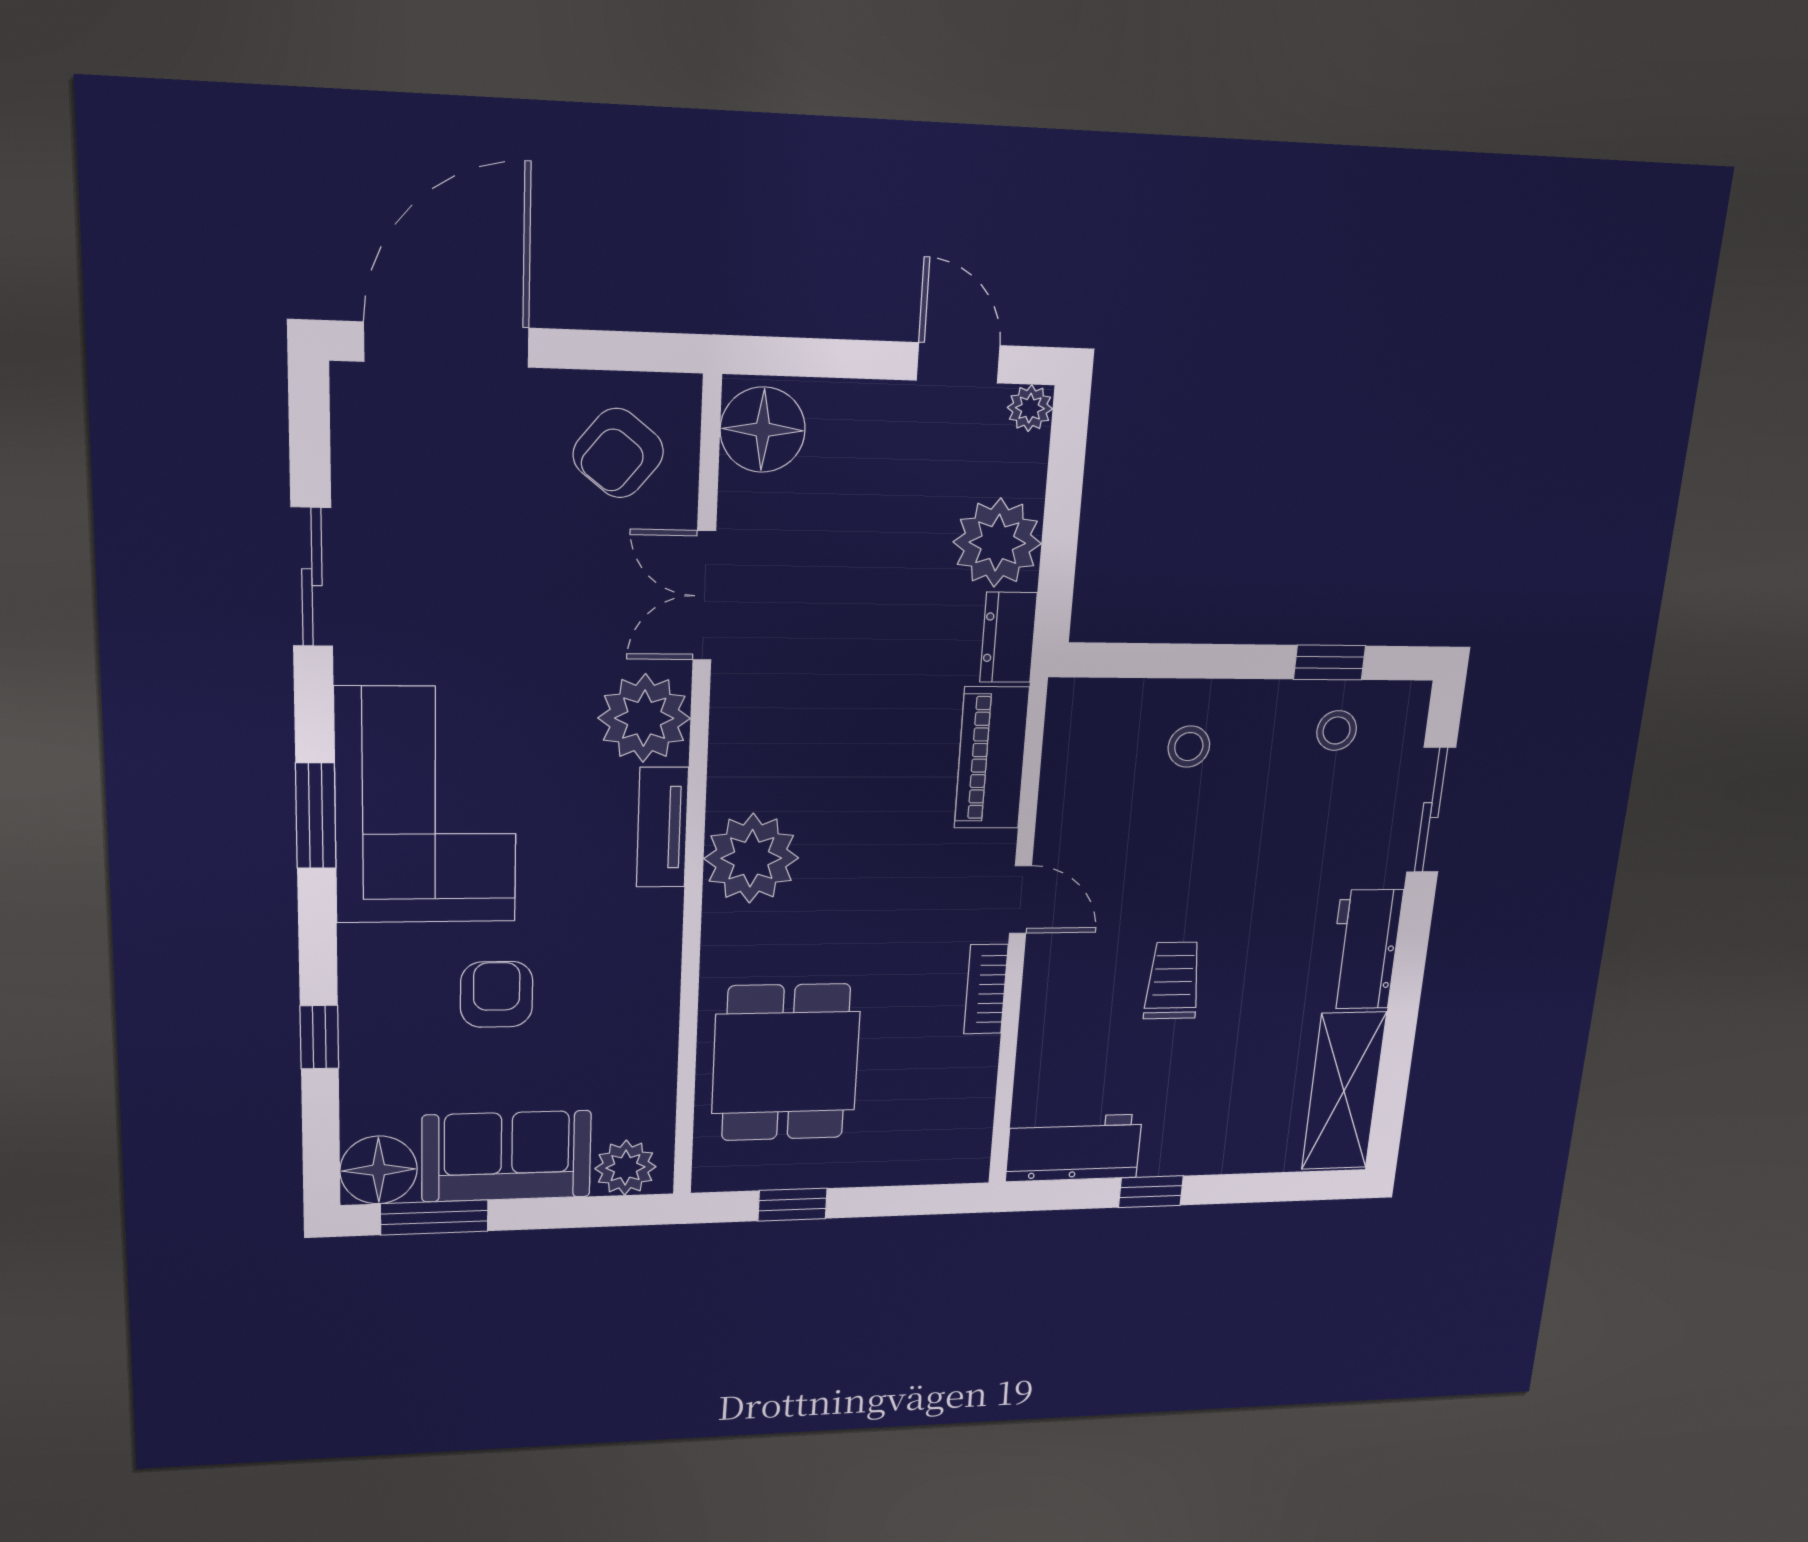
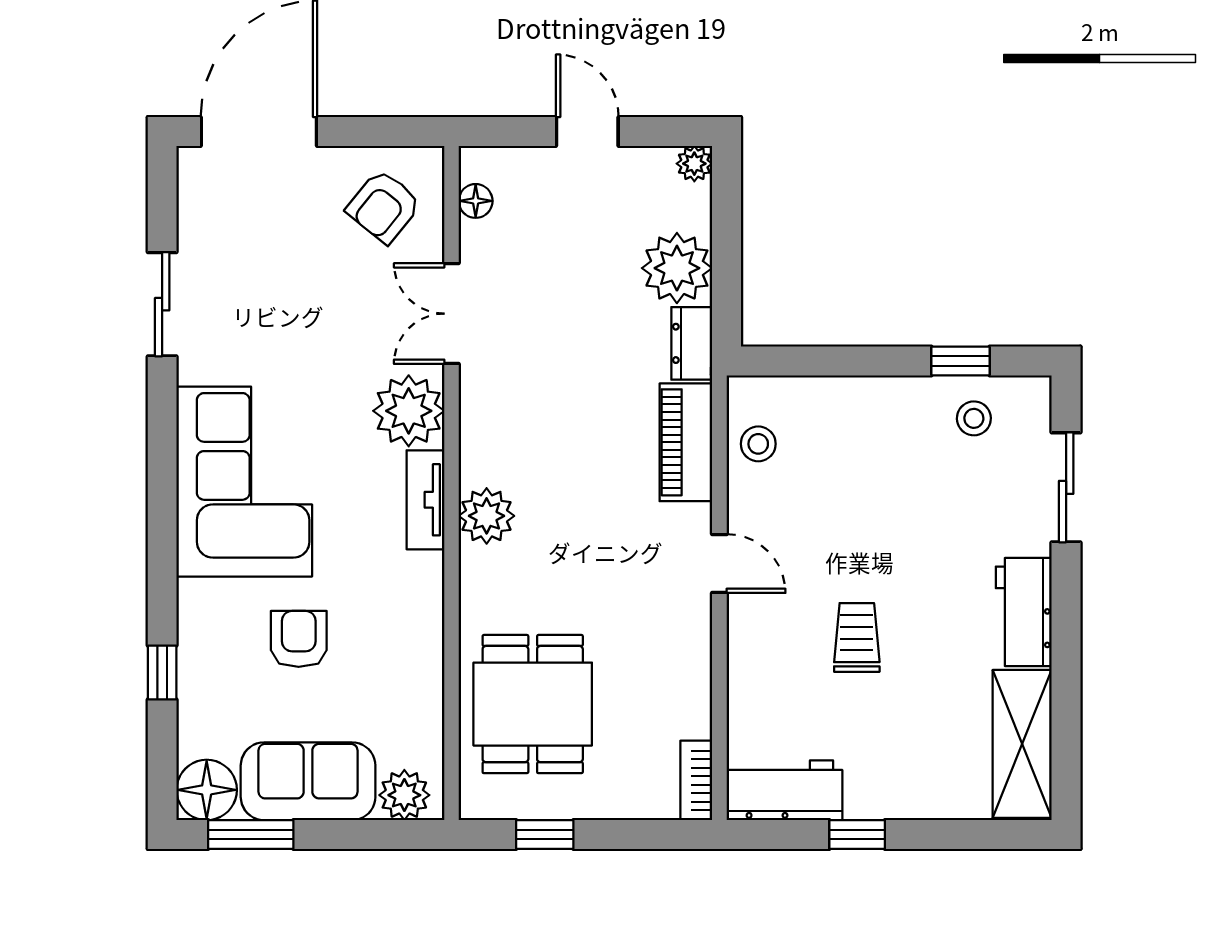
door: (958, 363) -> (587, 131), moved
floor lamp: (763, 430) -> (476, 201), width x0.53, depth x0.53
stool: (1189, 747) -> (758, 444), moved
window: (316, 816) -> (162, 489), removed
plant: (751, 858) -> (487, 516), width x0.73, depth x0.73
bookcase: (986, 989) -> (696, 780), moved

